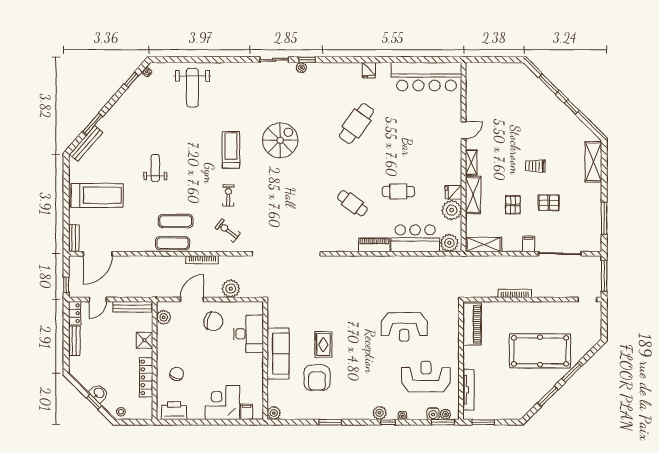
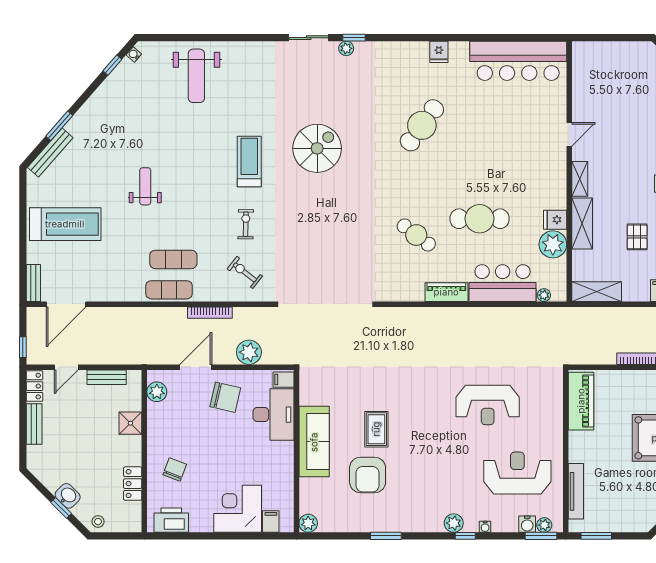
cafe table: (398, 191) -> (480, 219), width x1.37, depth x1.35
plant: (449, 243) -> (544, 295), width x0.53, depth x0.53
bench: (132, 307) -> (107, 377), width x0.73
filing cabinet: (256, 308) -> (283, 380), added
locker: (146, 377) -> (133, 484), width x0.66

